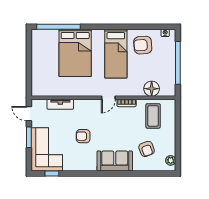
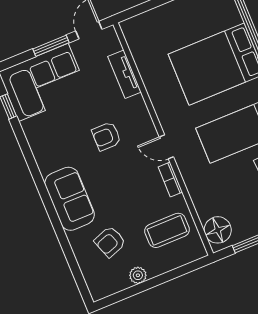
floor lamp: (152, 89) -> (218, 230), moved
armchair: (83, 136) -> (106, 136), moved, turned -91
plant: (171, 160) -> (138, 275), moved

